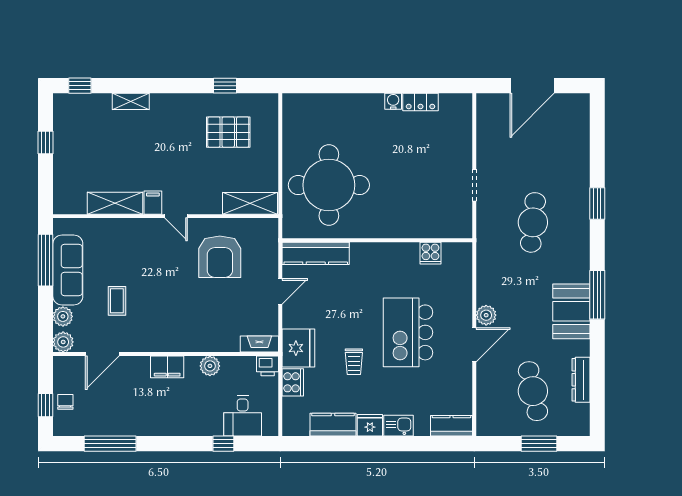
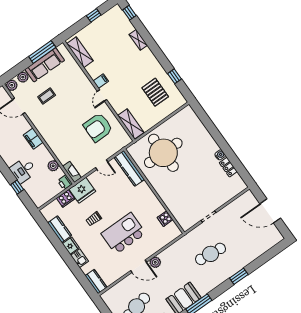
shelving: (115, 203) -> (80, 52), moved
plant: (210, 366) -> (53, 166), moved
desk: (243, 416) -> (23, 170), moved

